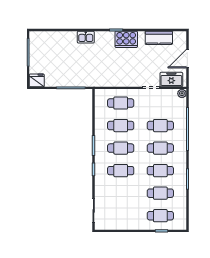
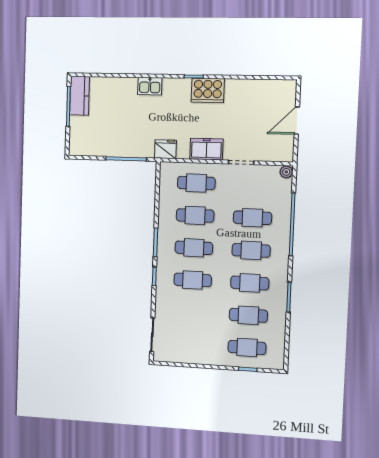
kitchen counter: (159, 38) -> (80, 96), moved, turned -90
freezer: (171, 79) -> (206, 149), moved
fridge: (37, 80) -> (165, 149), moved

